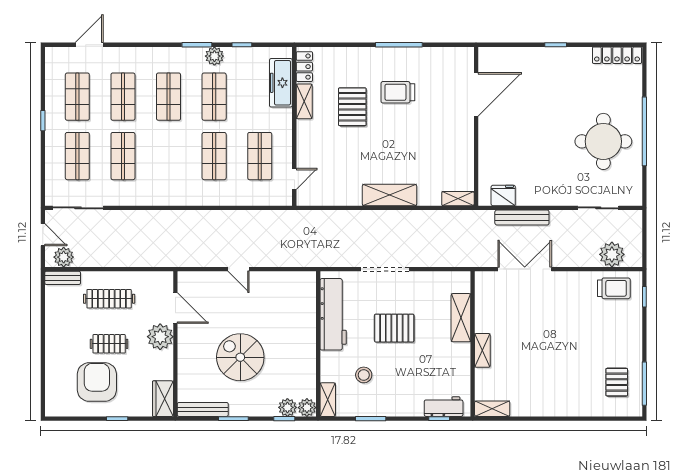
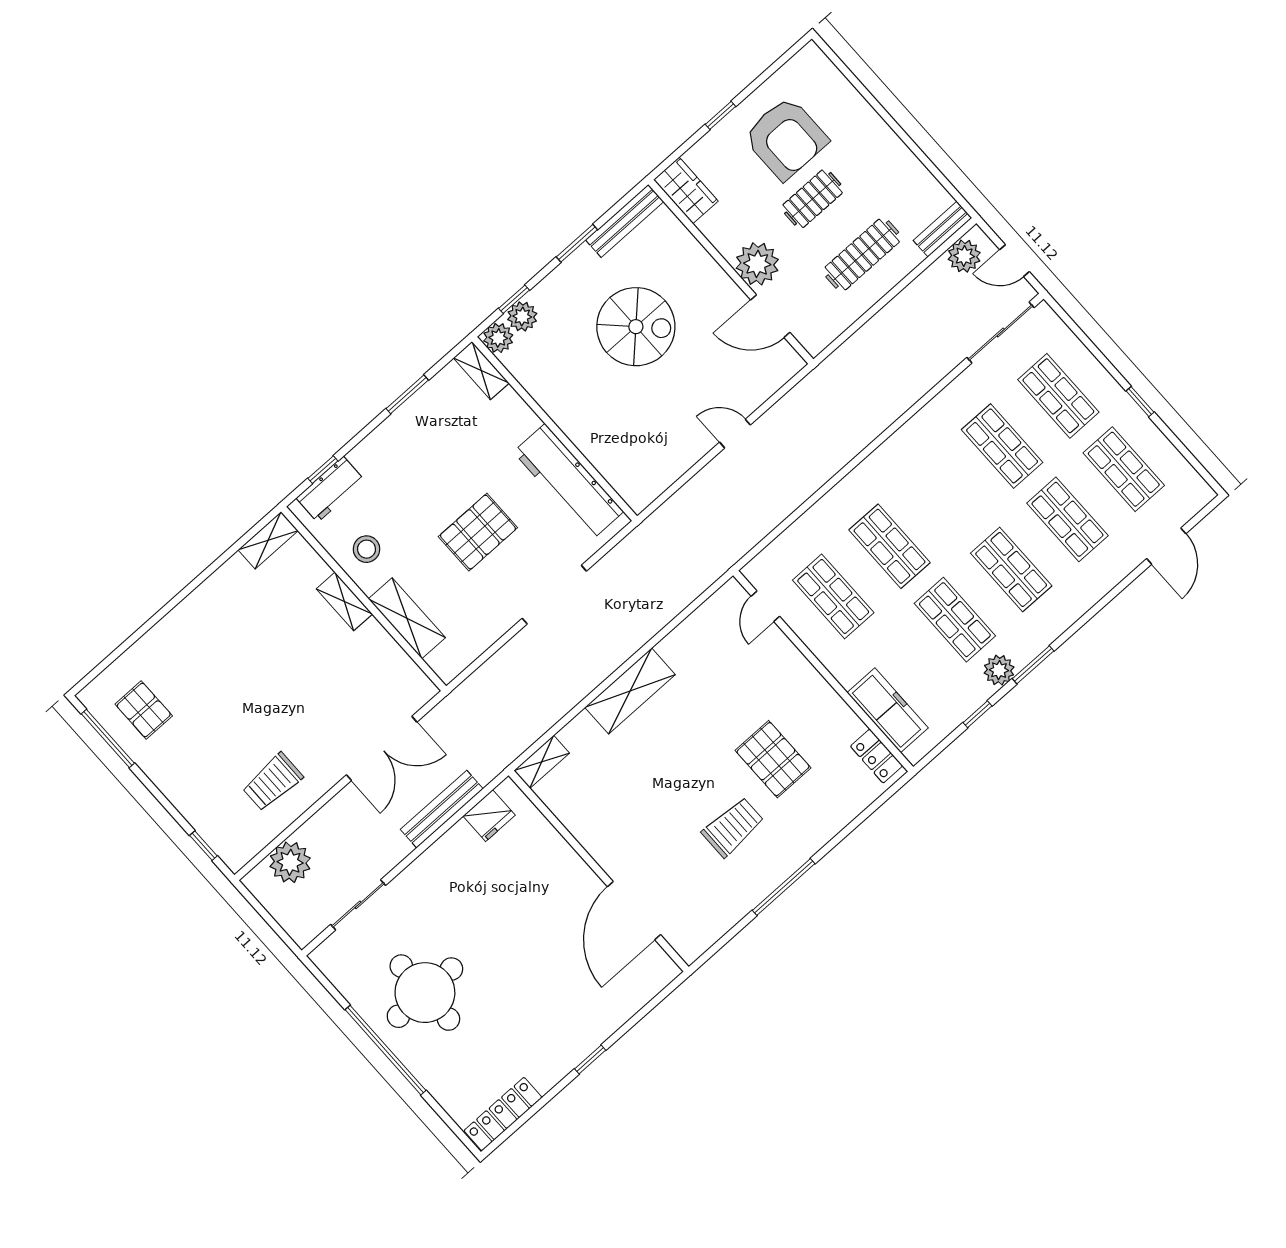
shelving: (304, 101) -> (838, 713), removed
trolley: (614, 288) -> (273, 782), moved
stool: (364, 375) -> (366, 549), moved

